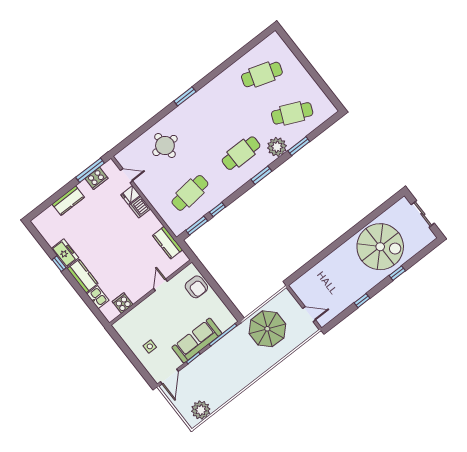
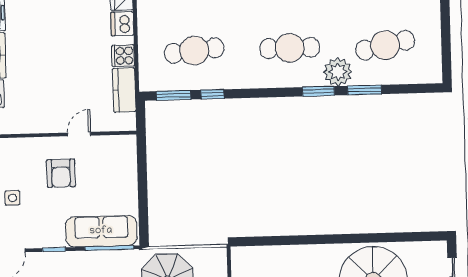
cafe table: (292, 113) -> (385, 45), turned -36
window: (261, 175) -> (318, 91), moved
armchair: (196, 287) -> (61, 173), moved
cooker: (123, 303) -> (123, 56), moved, turned -90
sofa: (197, 341) -> (101, 231), moved

